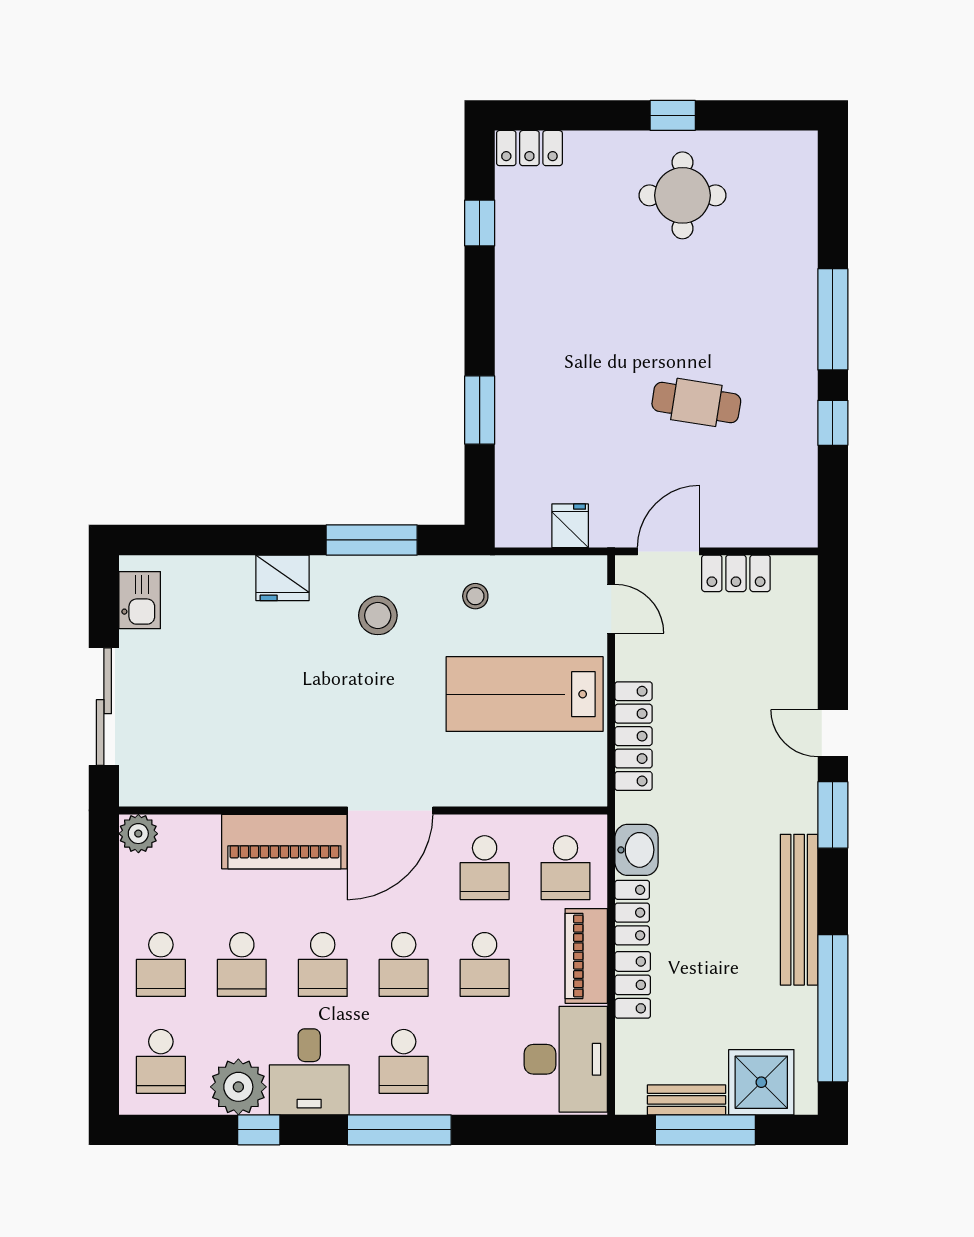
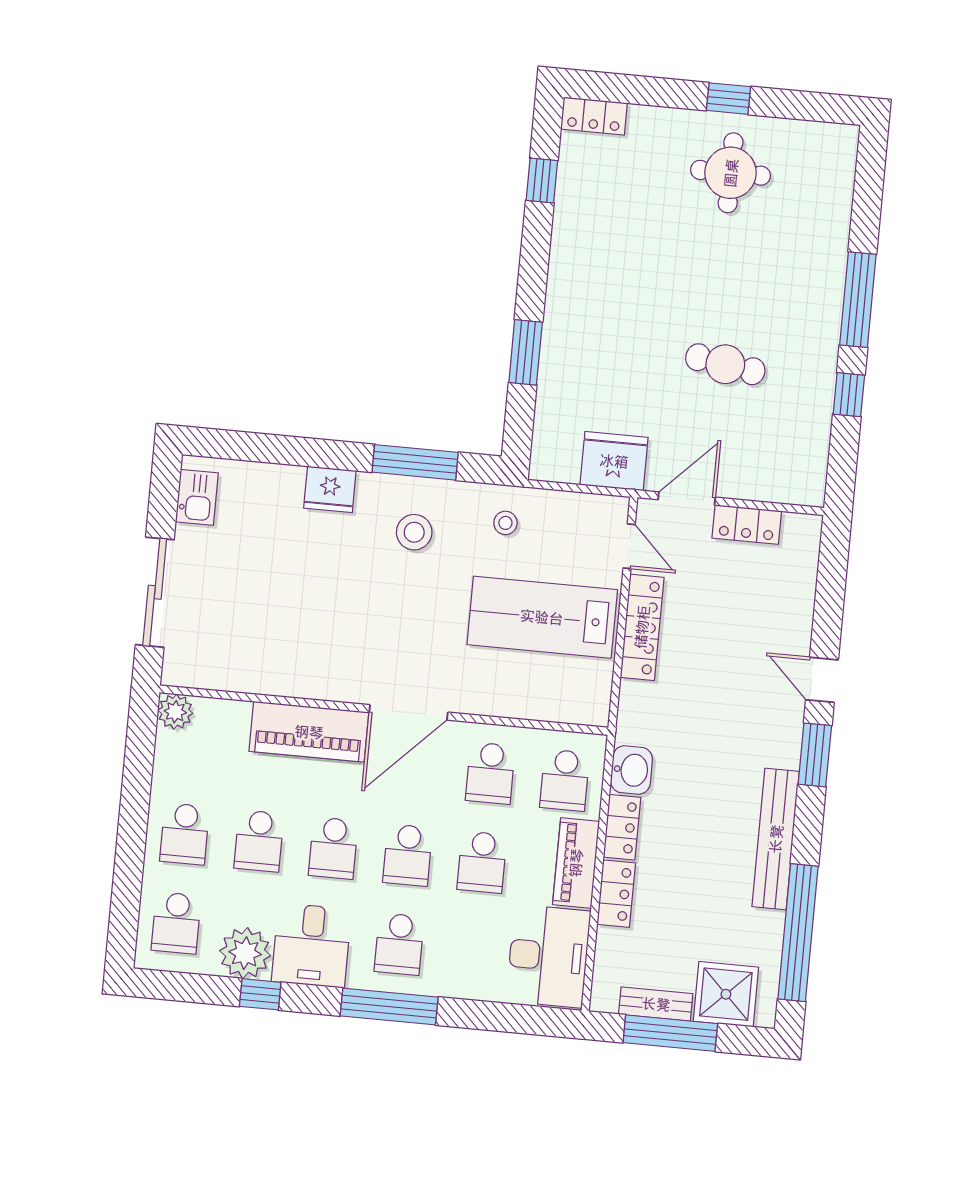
fridge: (570, 526) -> (614, 461), width x1.88, depth x1.34
locker: (633, 736) -> (642, 627), moved

